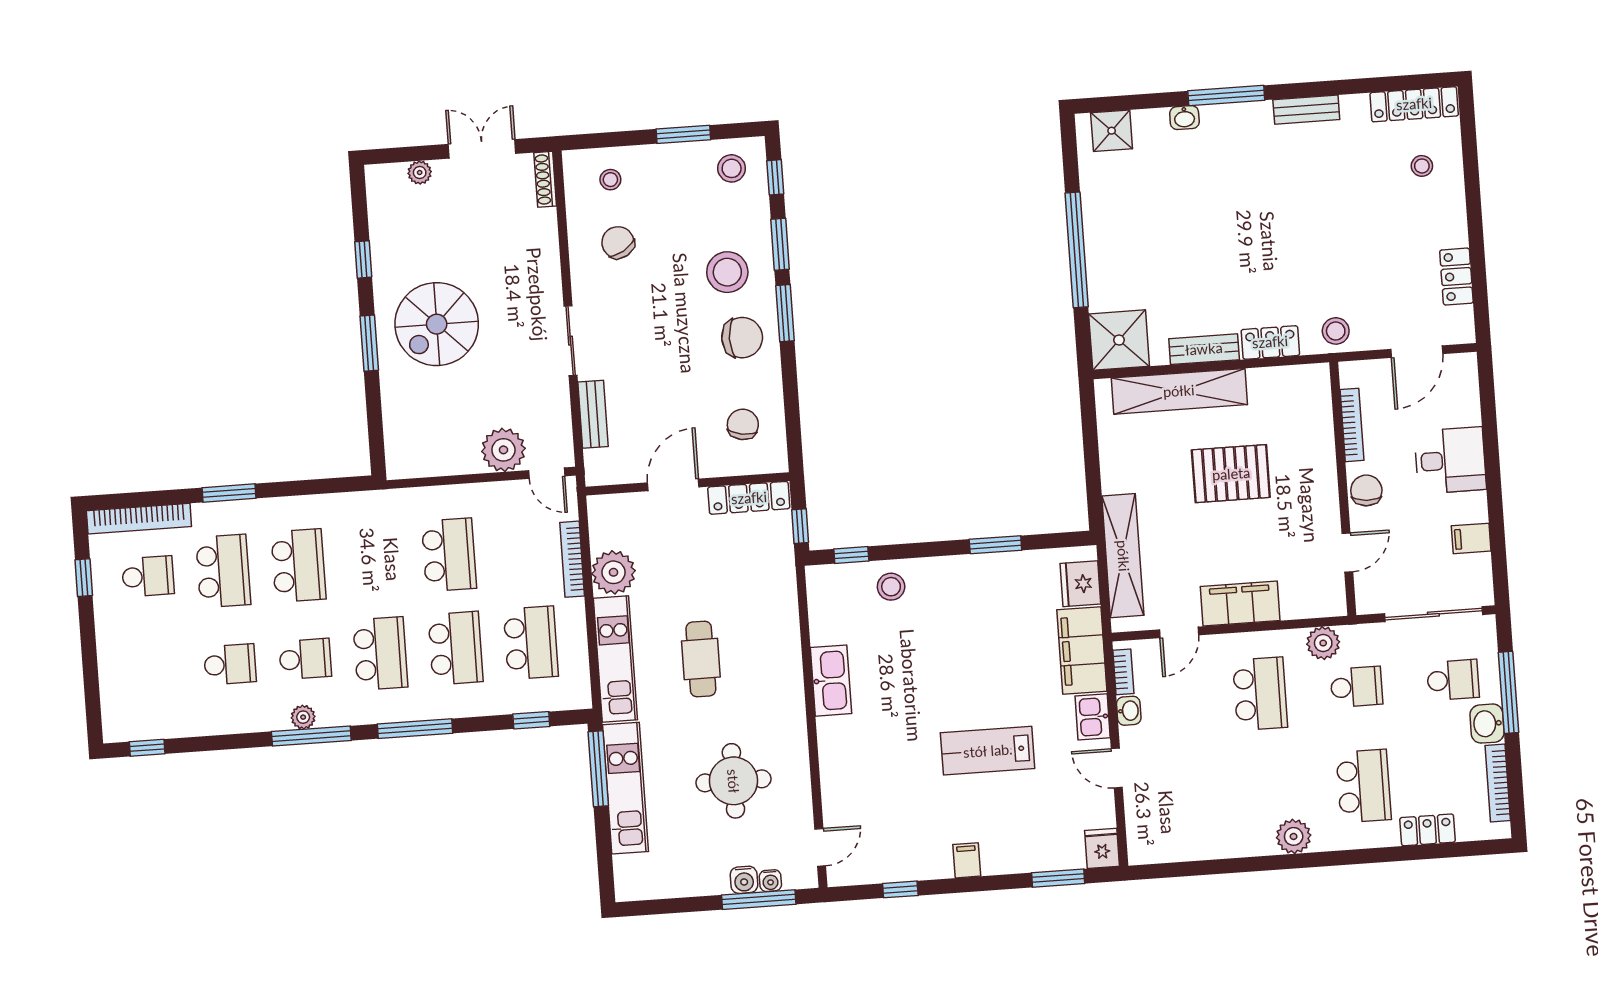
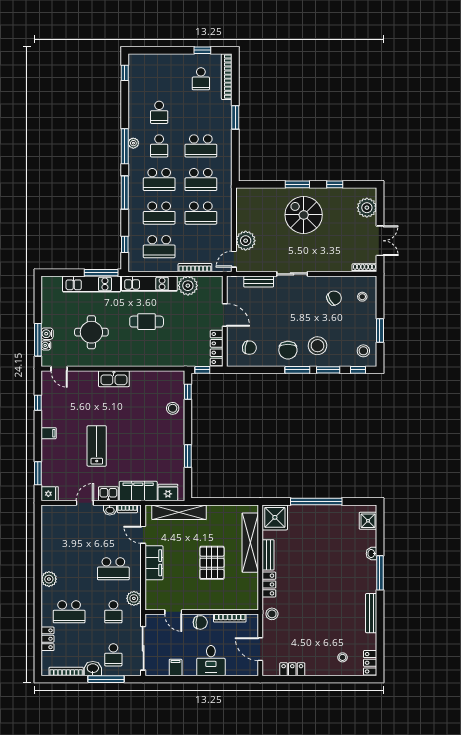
locker: (1414, 104) -> (370, 663), width x0.66
bench: (1306, 110) -> (371, 613), width x1.36
plant: (420, 173) -> (367, 208), width x1.88, depth x1.88
school desk: (223, 571) -> (201, 180), moved
kitchen sink: (831, 681) -> (114, 379), moved

